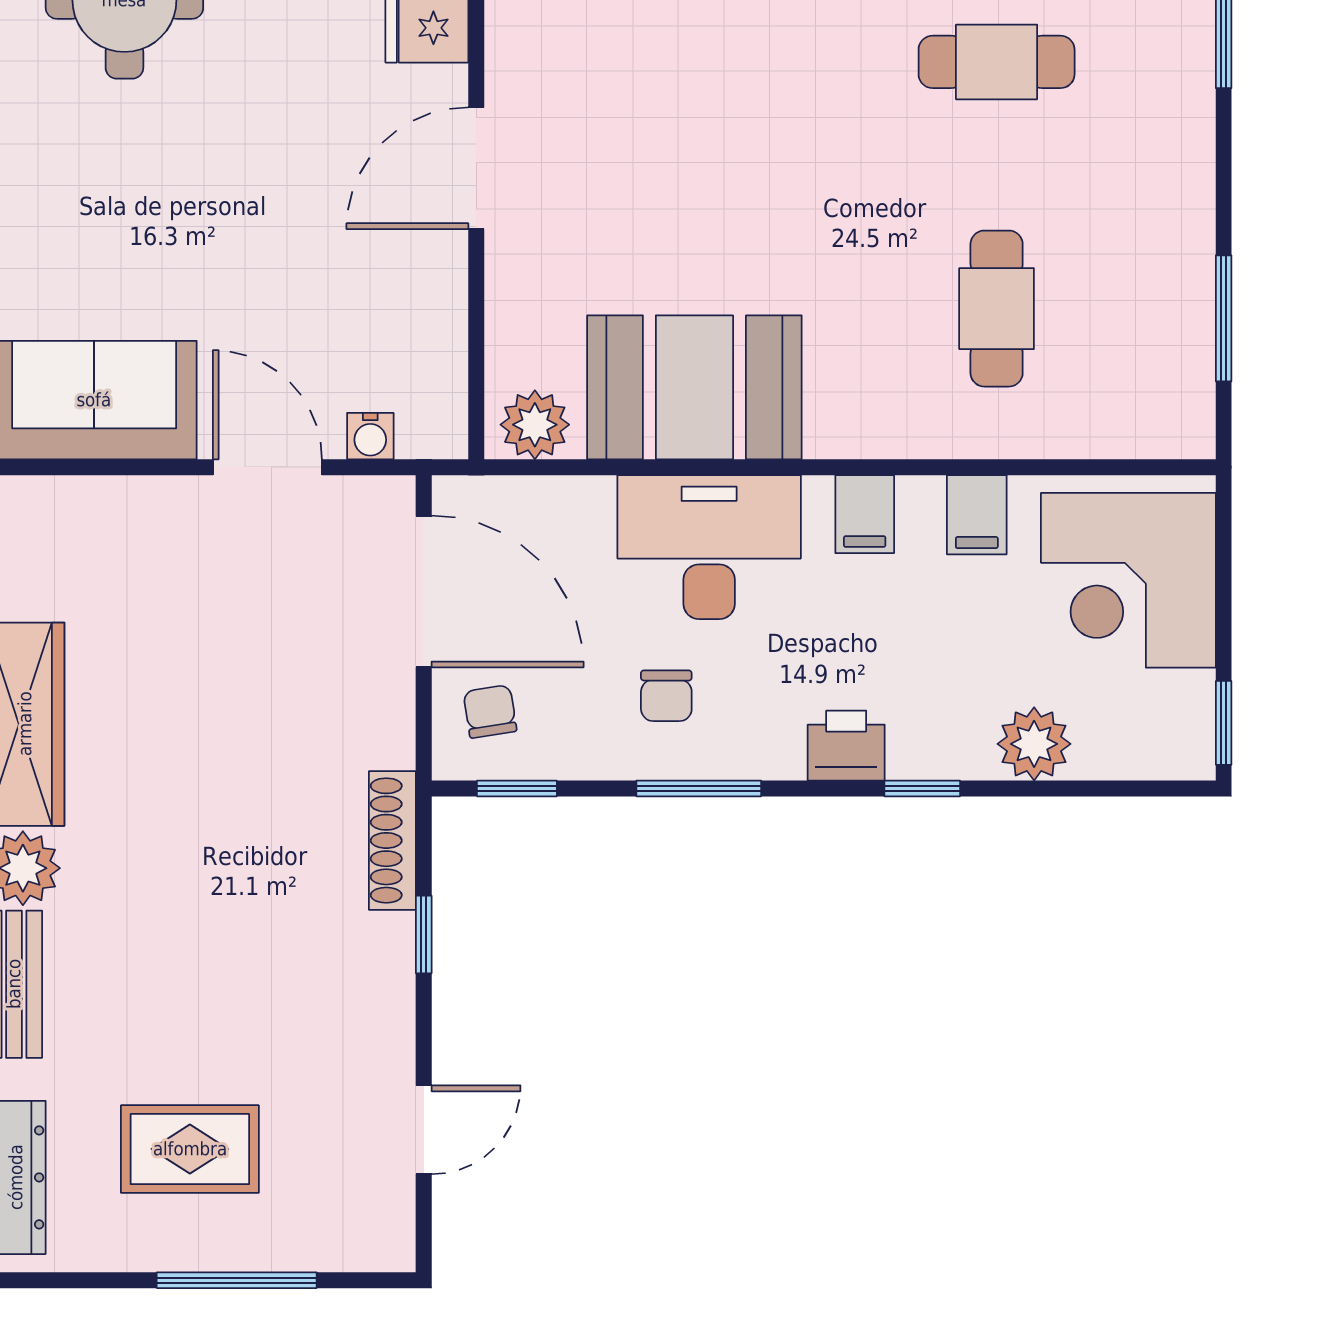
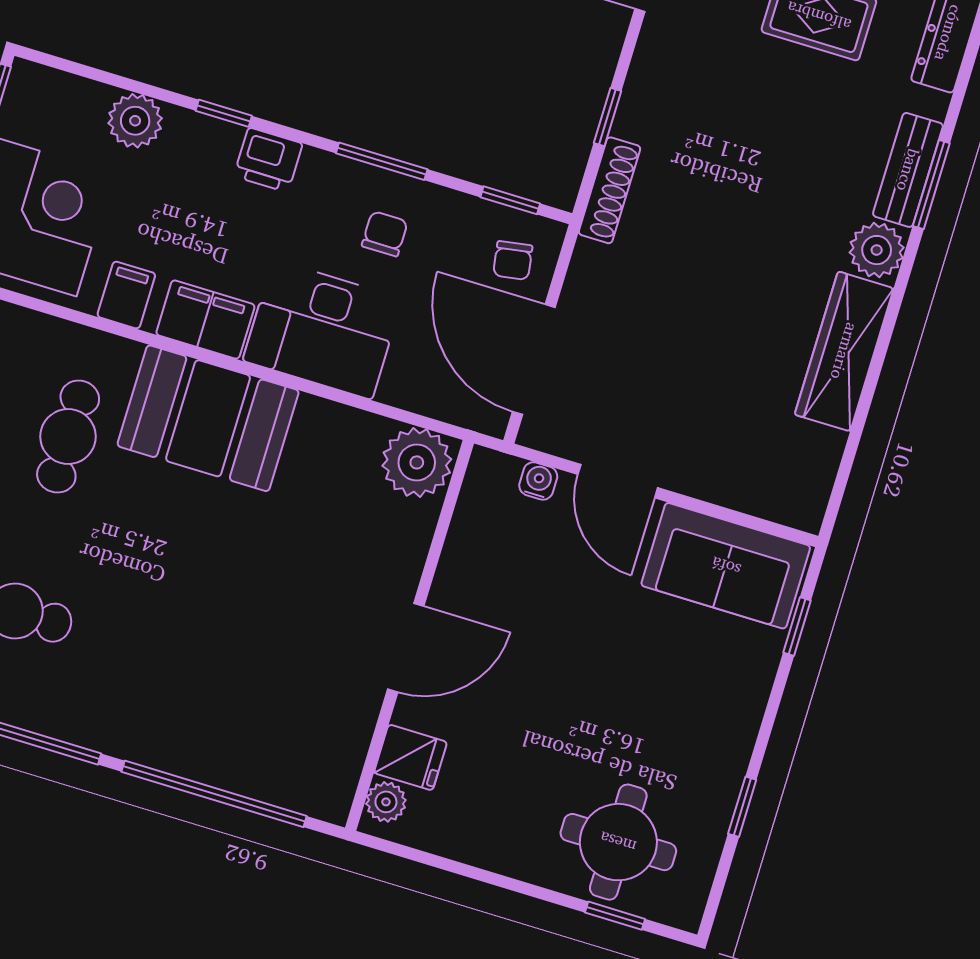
booth: (694, 387) -> (208, 418), moved
plant: (535, 425) -> (417, 462), width x1.36, depth x1.36
filing cabinet: (865, 514) -> (205, 320), width x2.00

